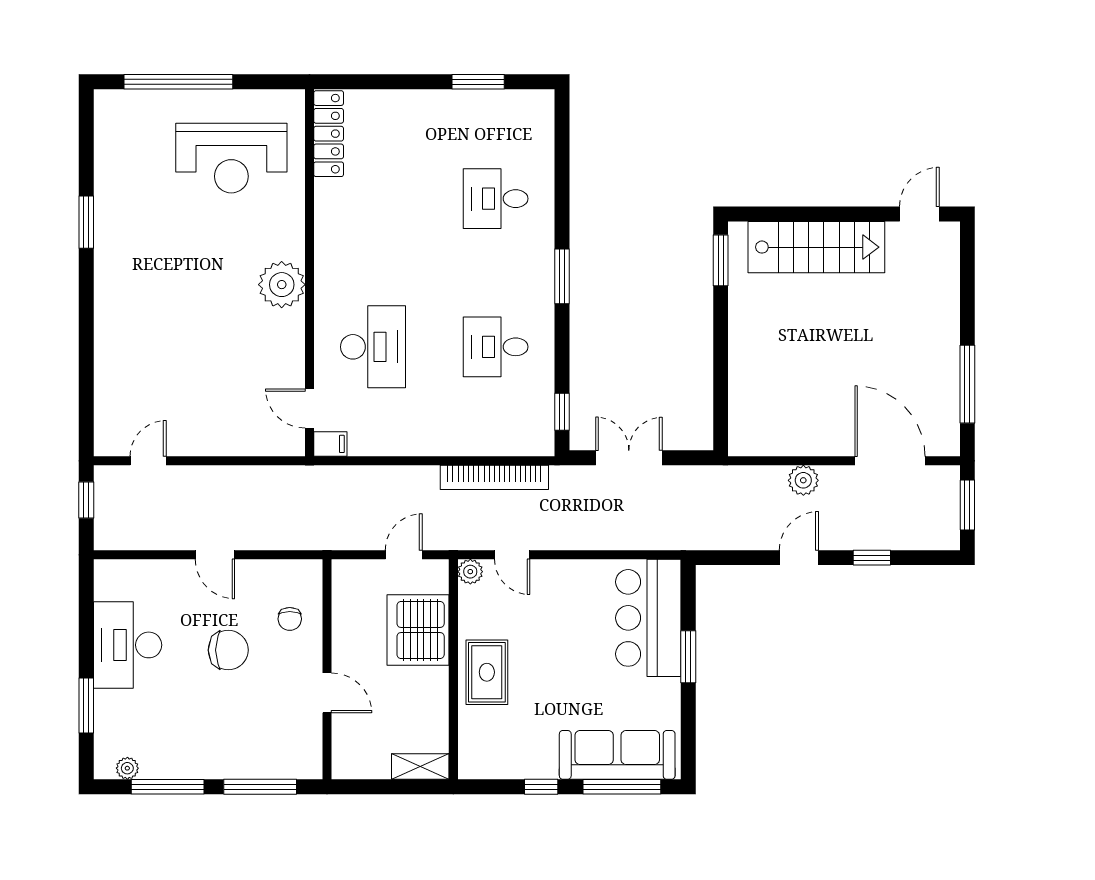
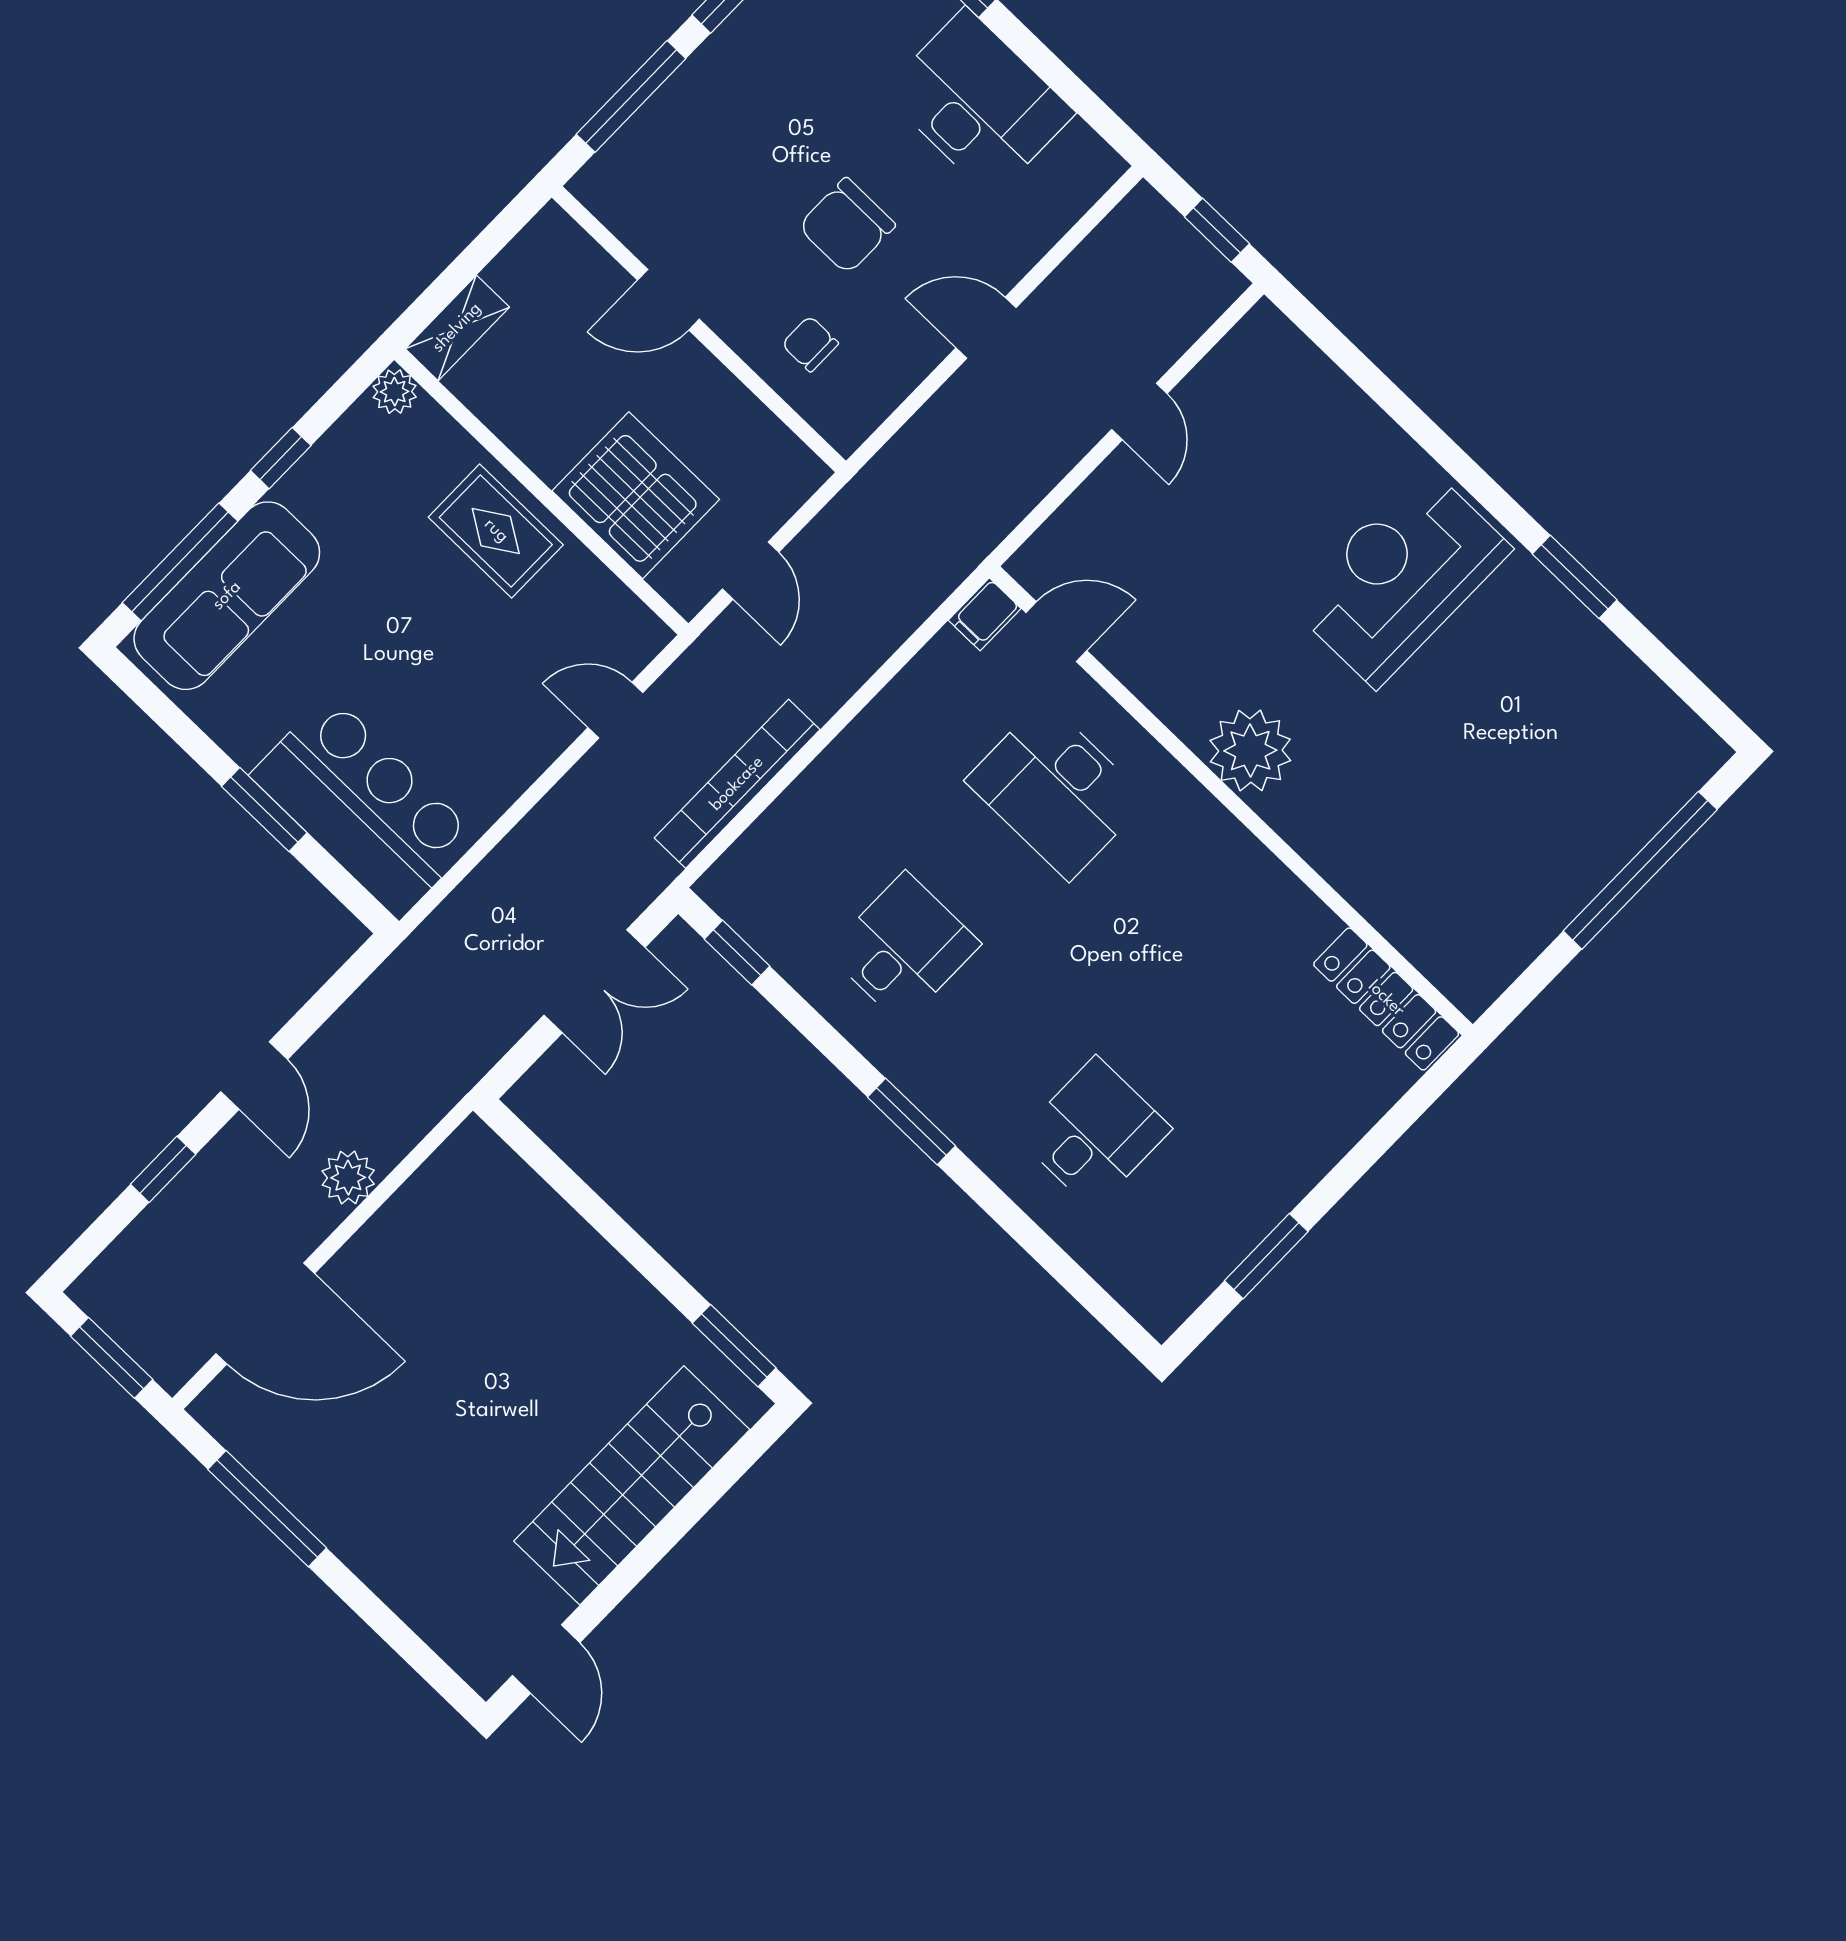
reception desk: (231, 158) -> (1400, 577), moved
door: (148, 461) -> (1139, 411), moved
plant: (470, 572) -> (395, 392), moved

